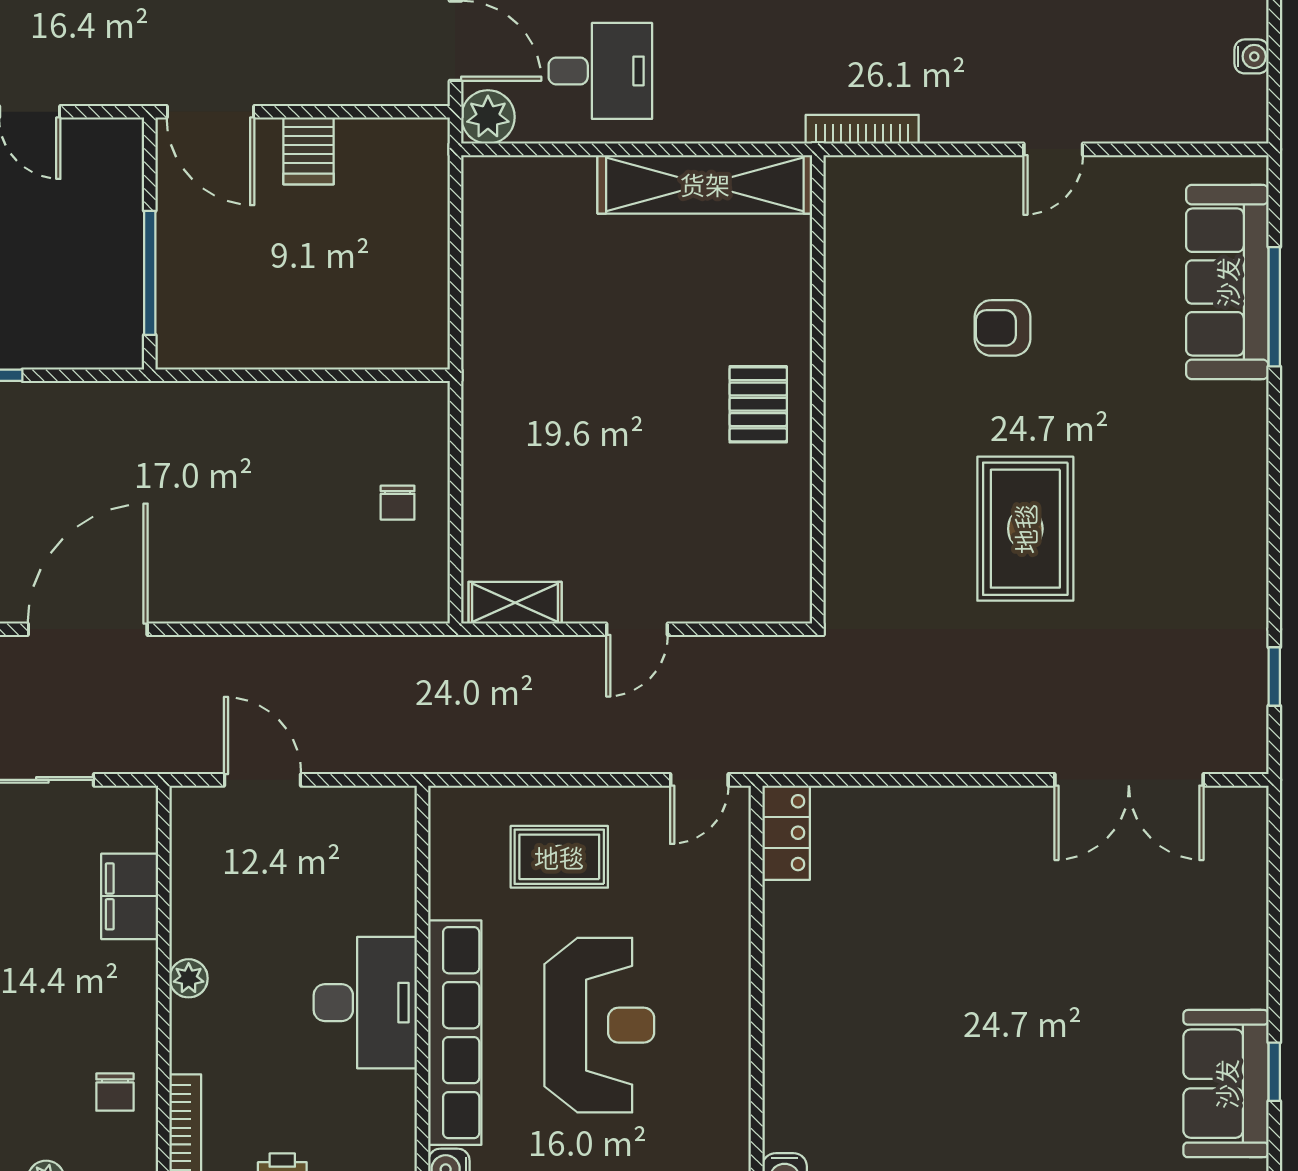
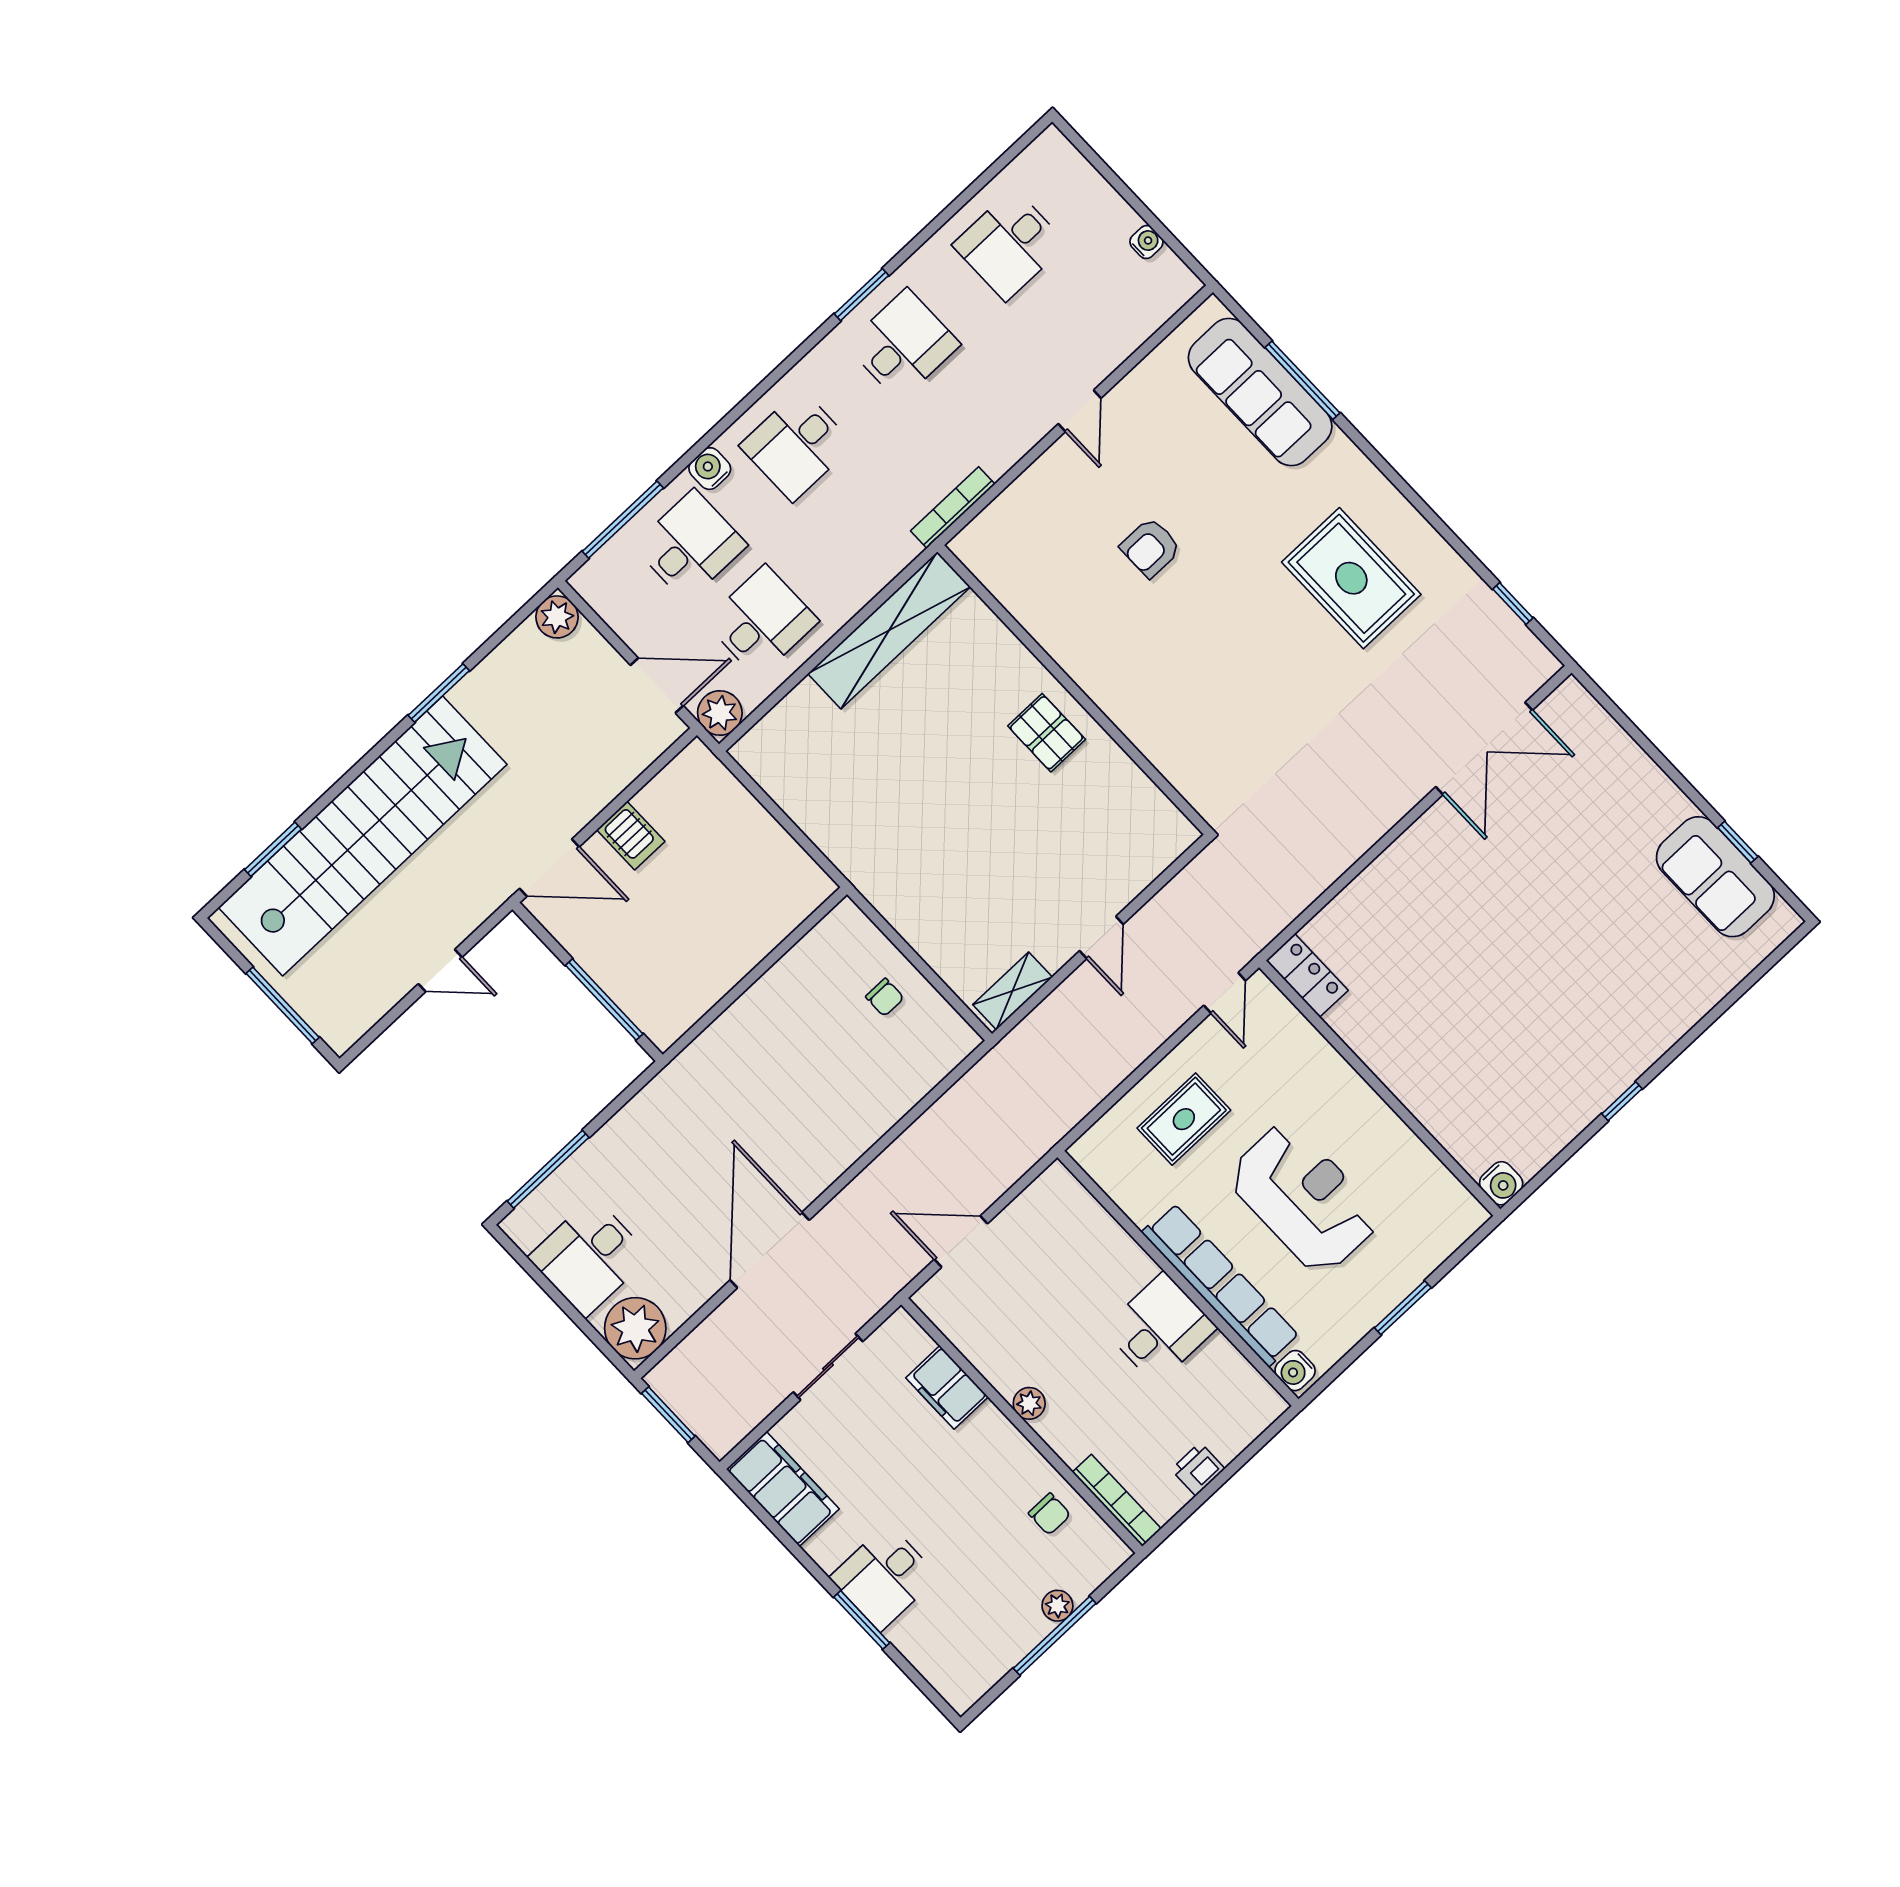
rug: (1025, 529) -> (1351, 578), moved
desk: (365, 1003) -> (1160, 1328), width x0.73

